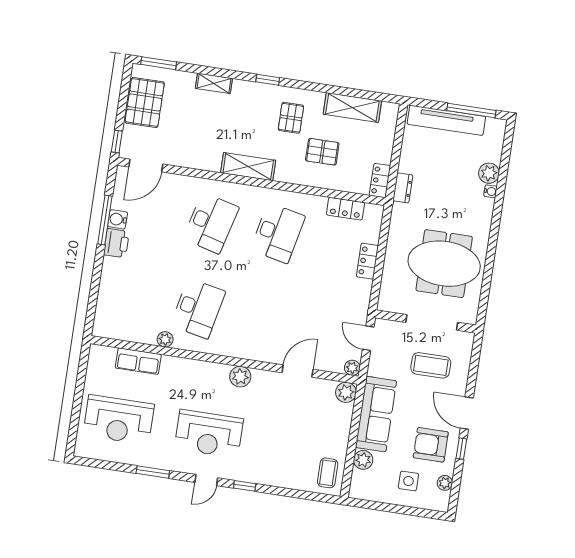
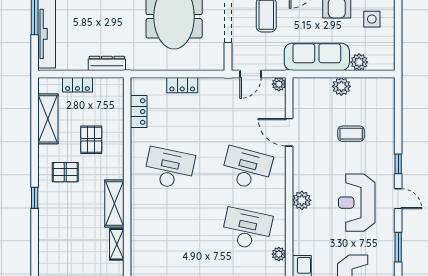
shelving: (214, 83) -> (117, 244), moved
locker: (380, 181) -> (77, 85), moved
dresser: (403, 188) -> (107, 63), width x1.44
desk: (211, 223) -> (247, 168), moved
plant: (240, 377) -> (302, 200), moved
plant: (346, 392) -> (341, 86), moved
reception desk: (209, 434) -> (357, 203), turned 180
coffee table: (328, 473) -> (351, 134), moved

